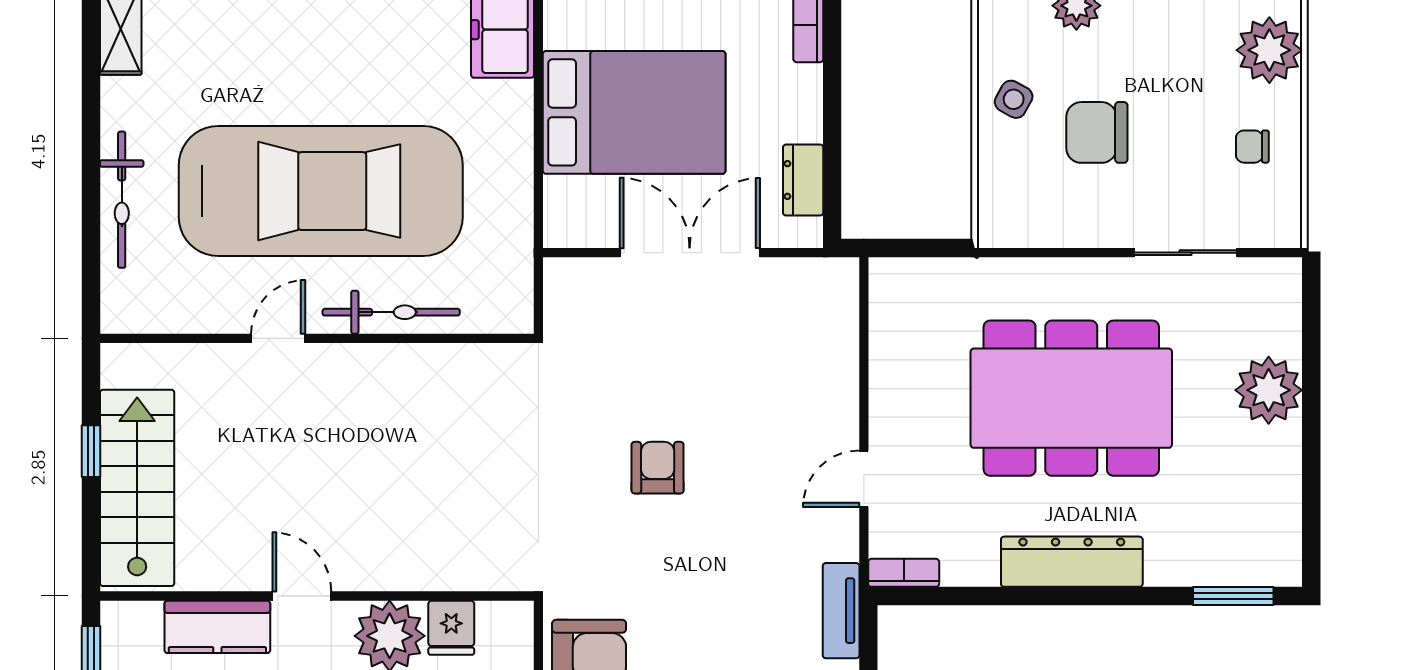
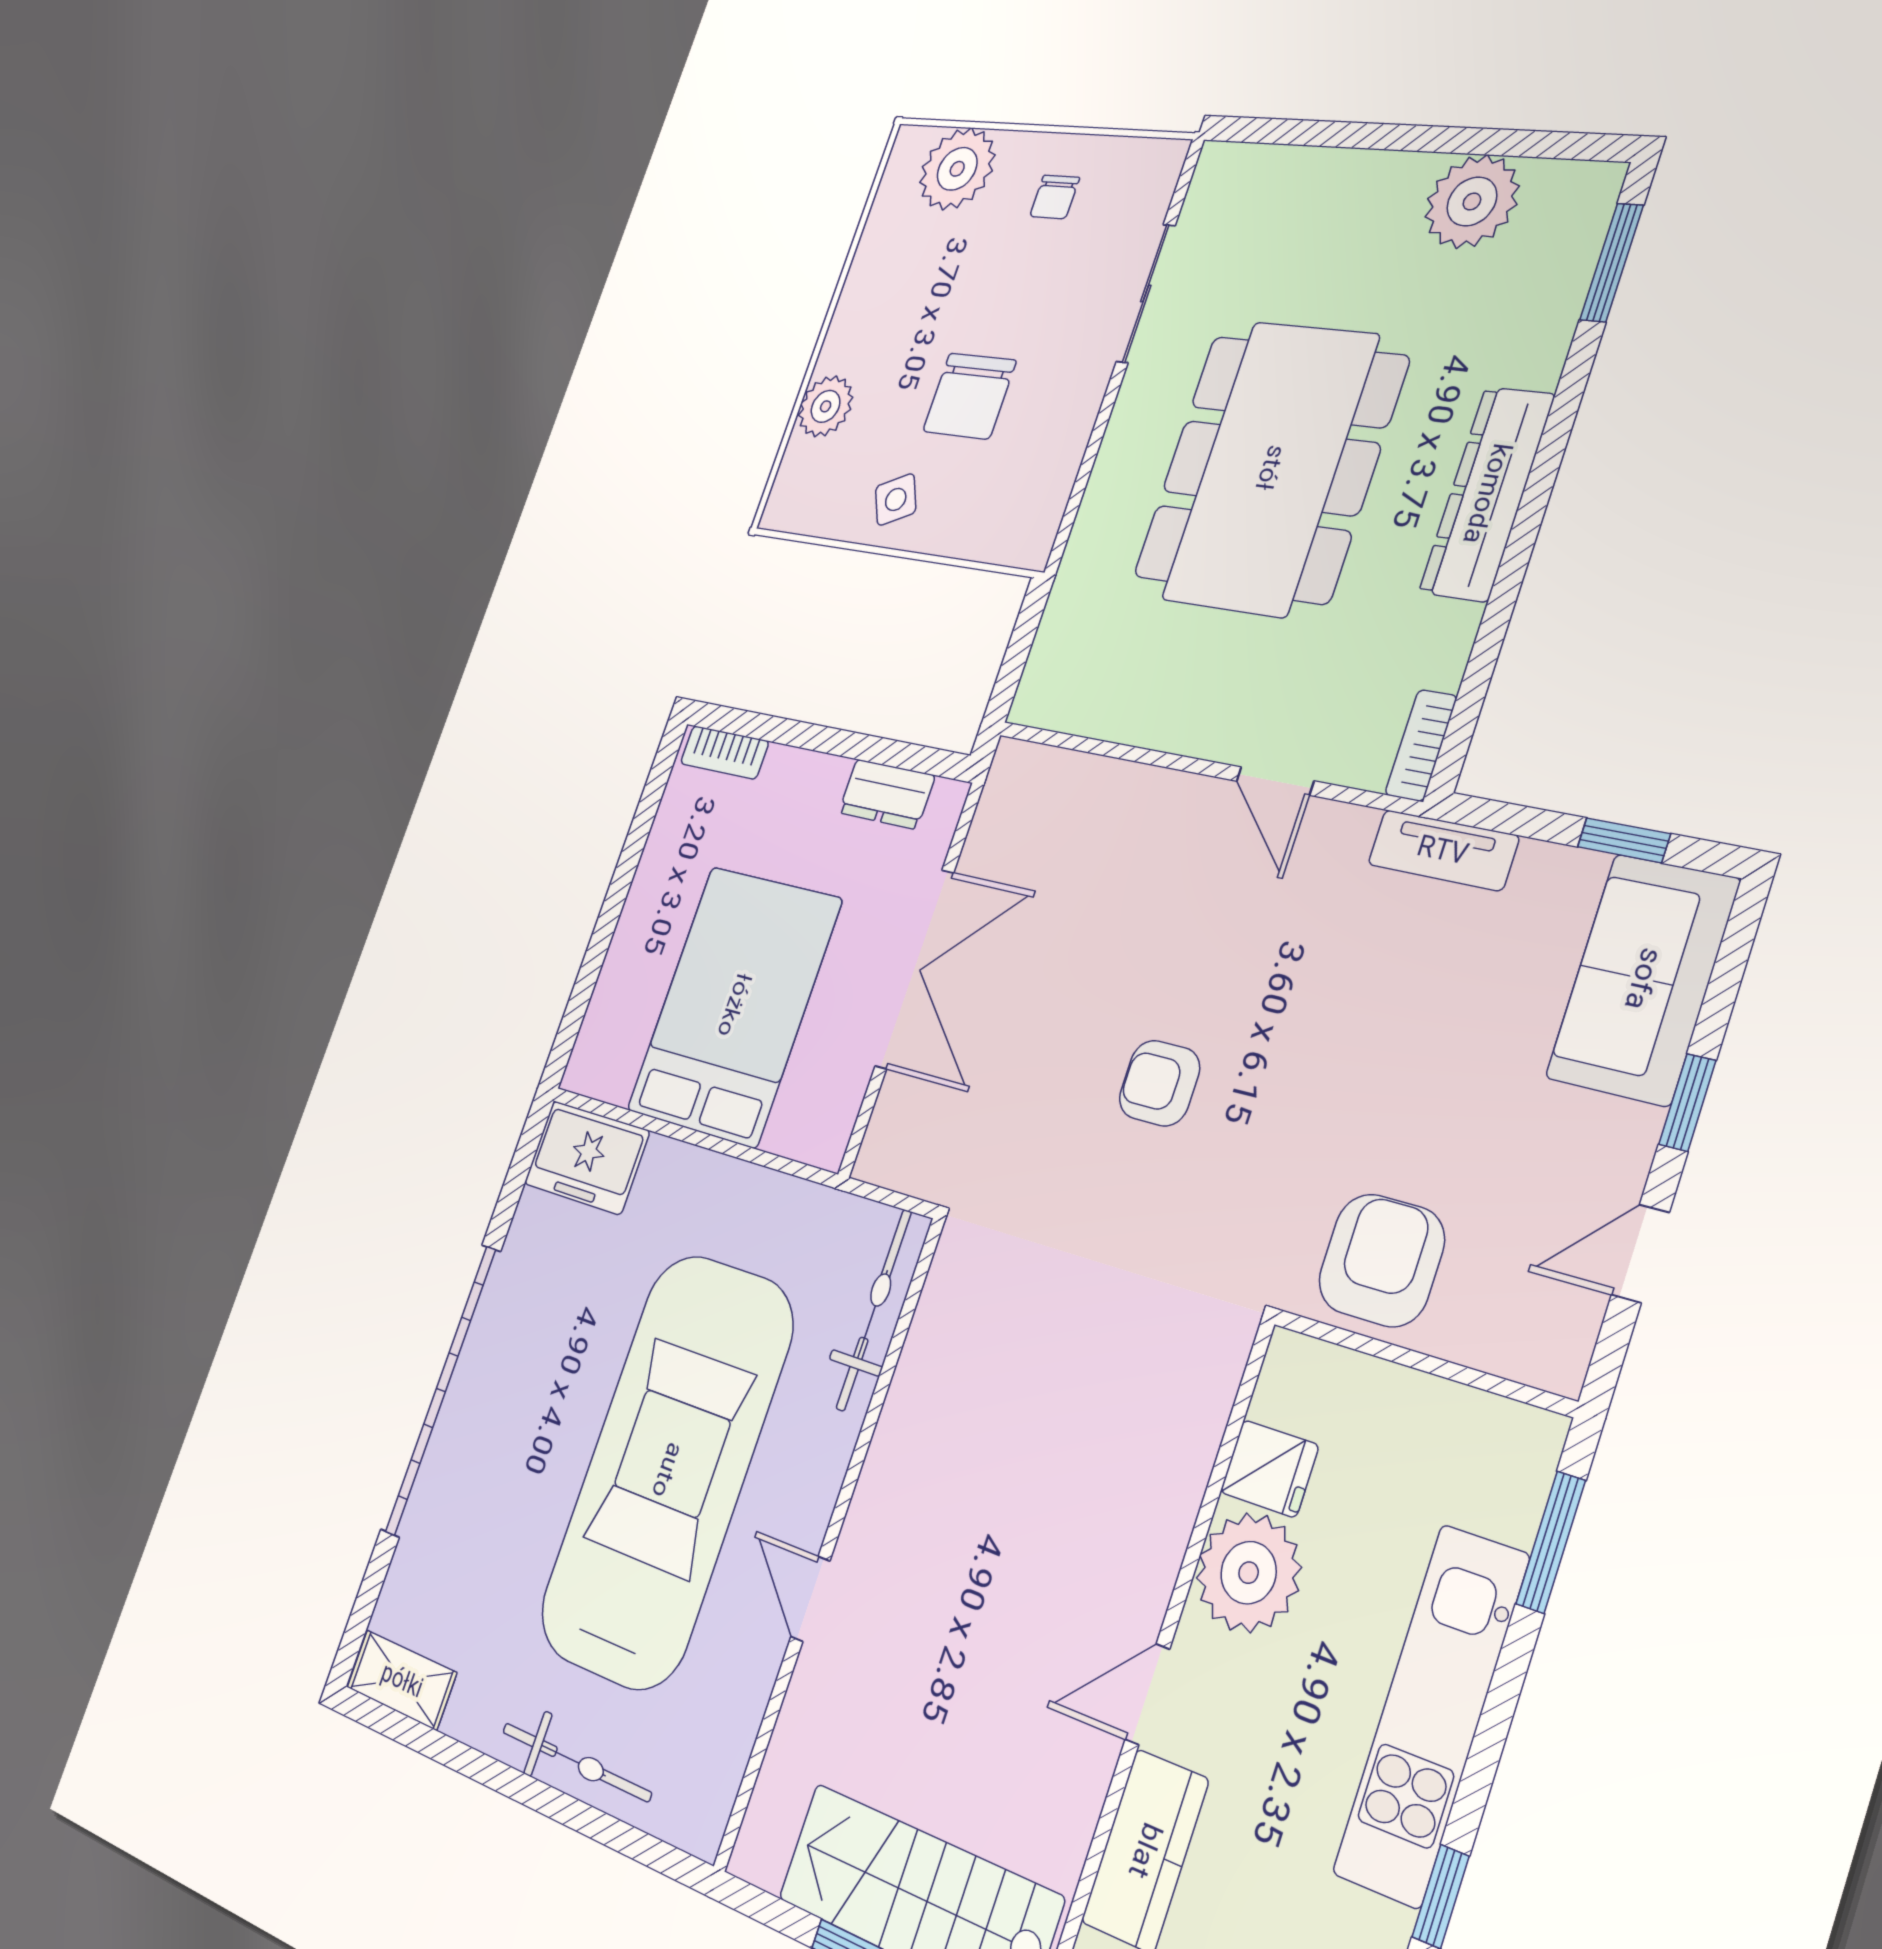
side table: (1014, 99) -> (896, 499), turned 35
double door: (690, 253) -> (914, 969), swing flipped
bicycle: (391, 312) -> (874, 1310), moved
plant: (1269, 390) -> (1472, 201), moved

